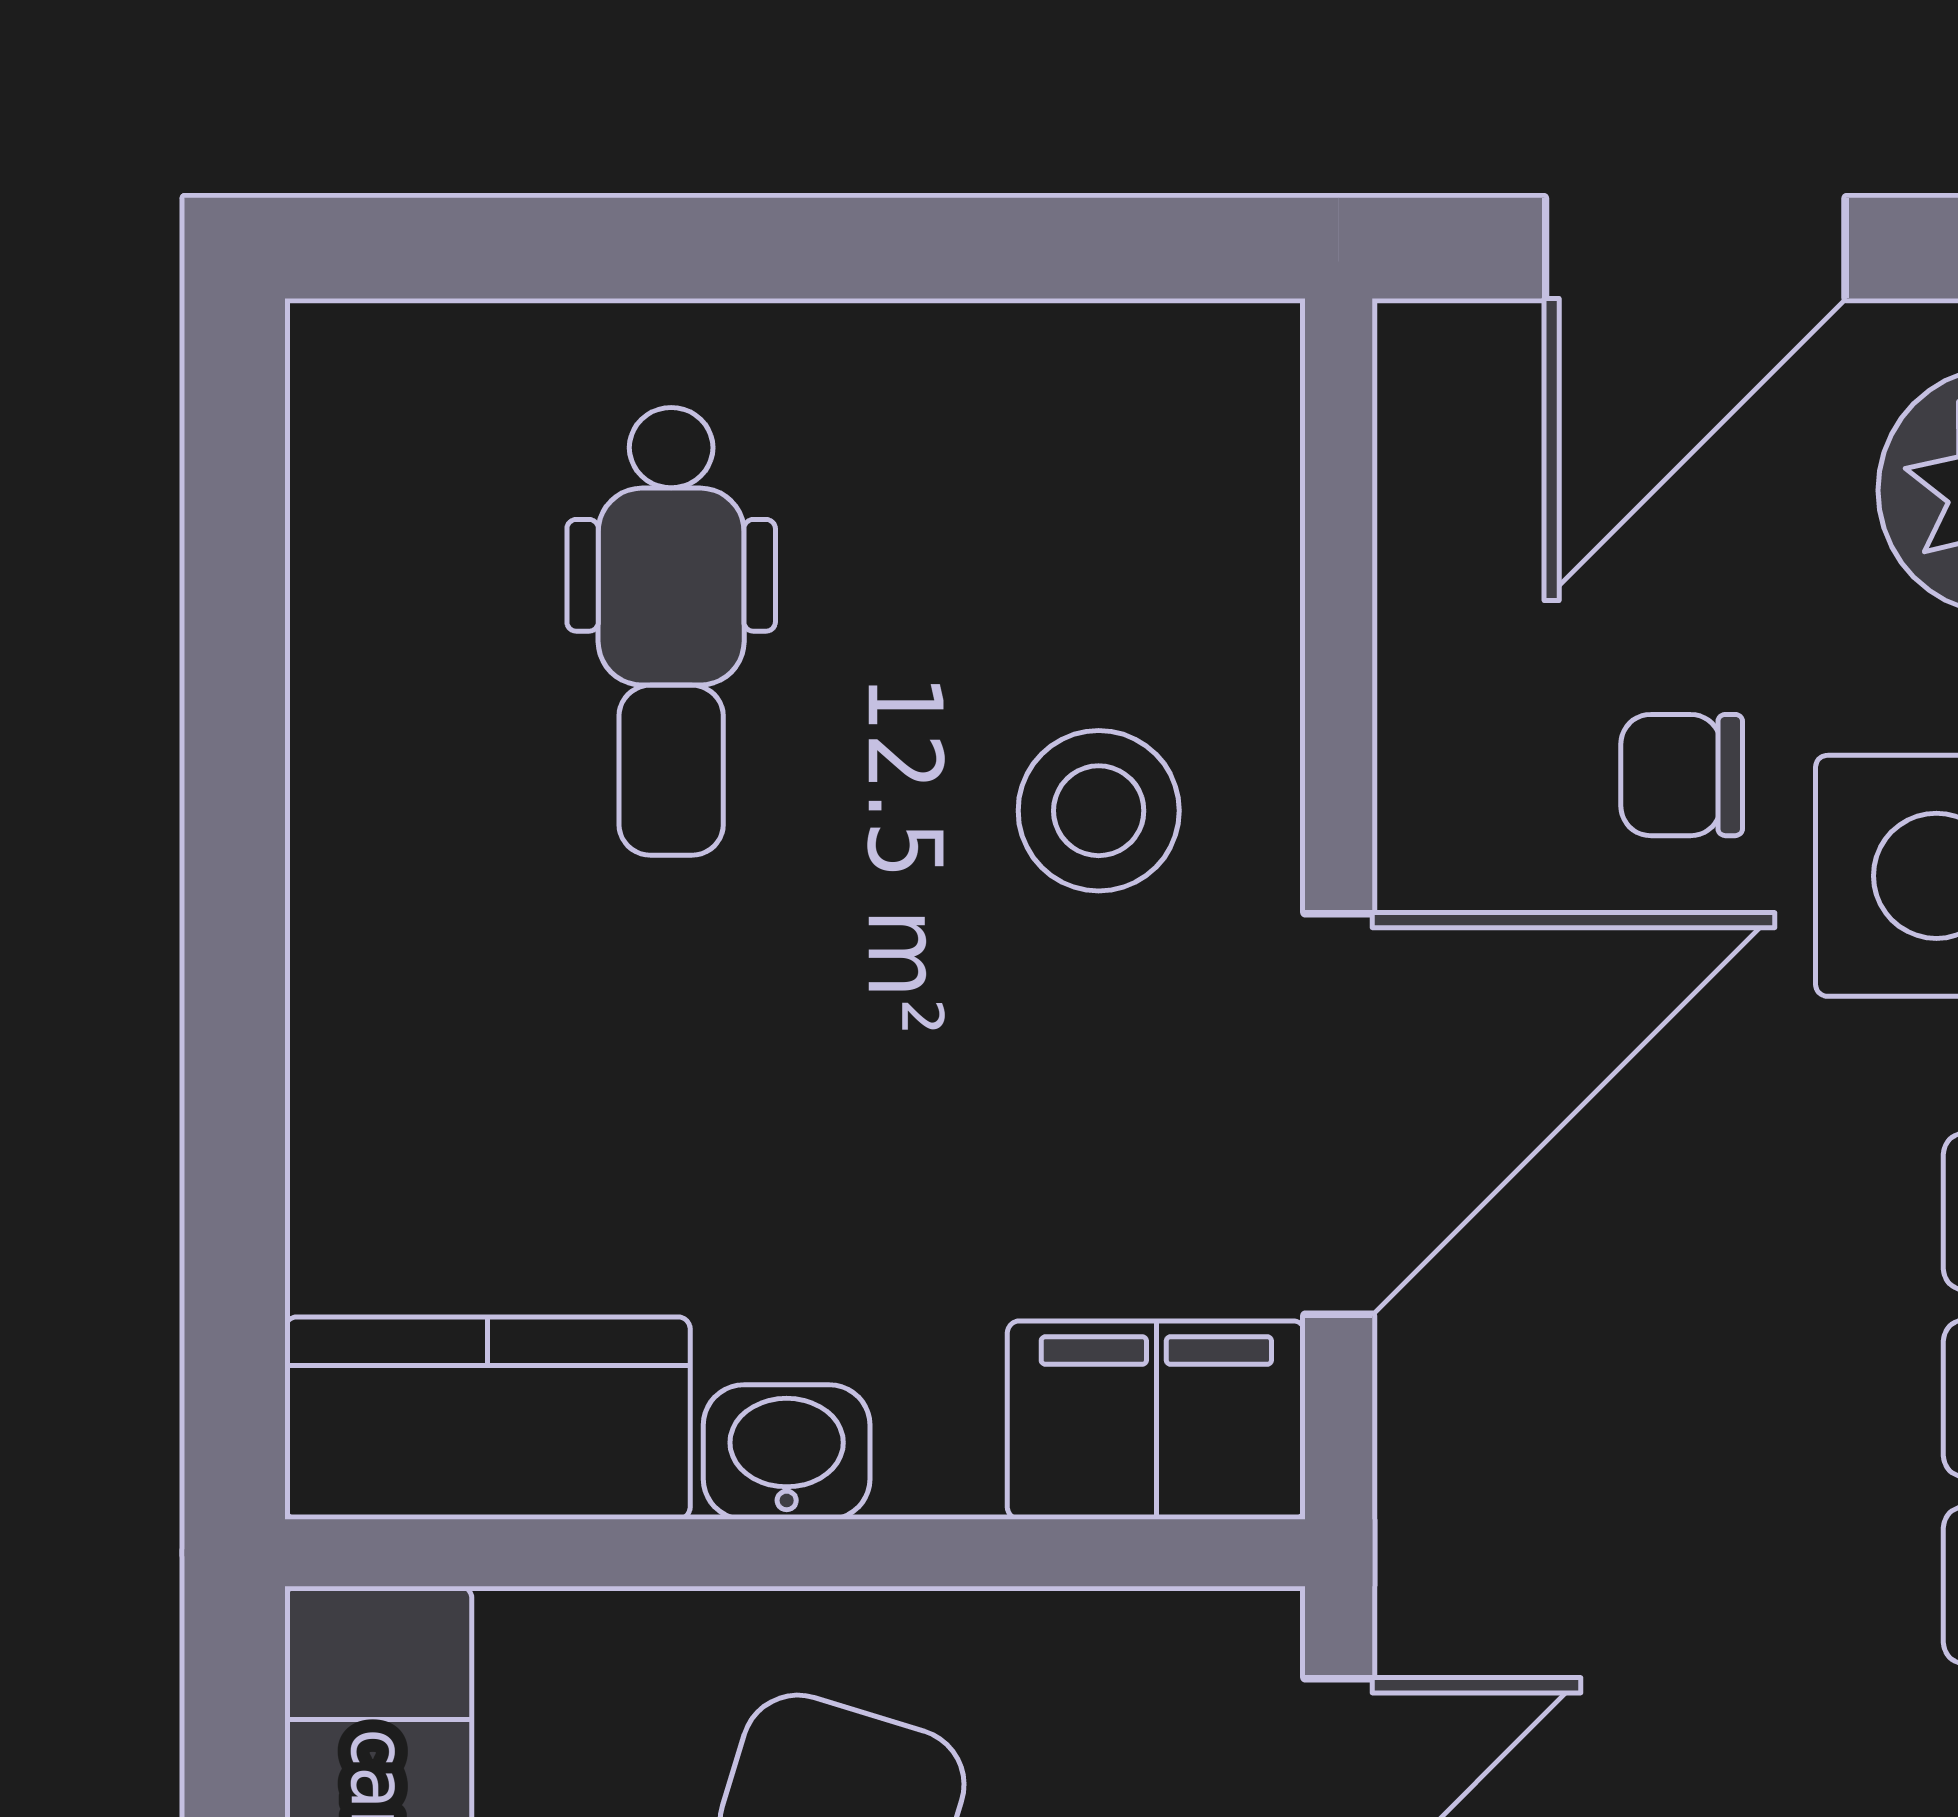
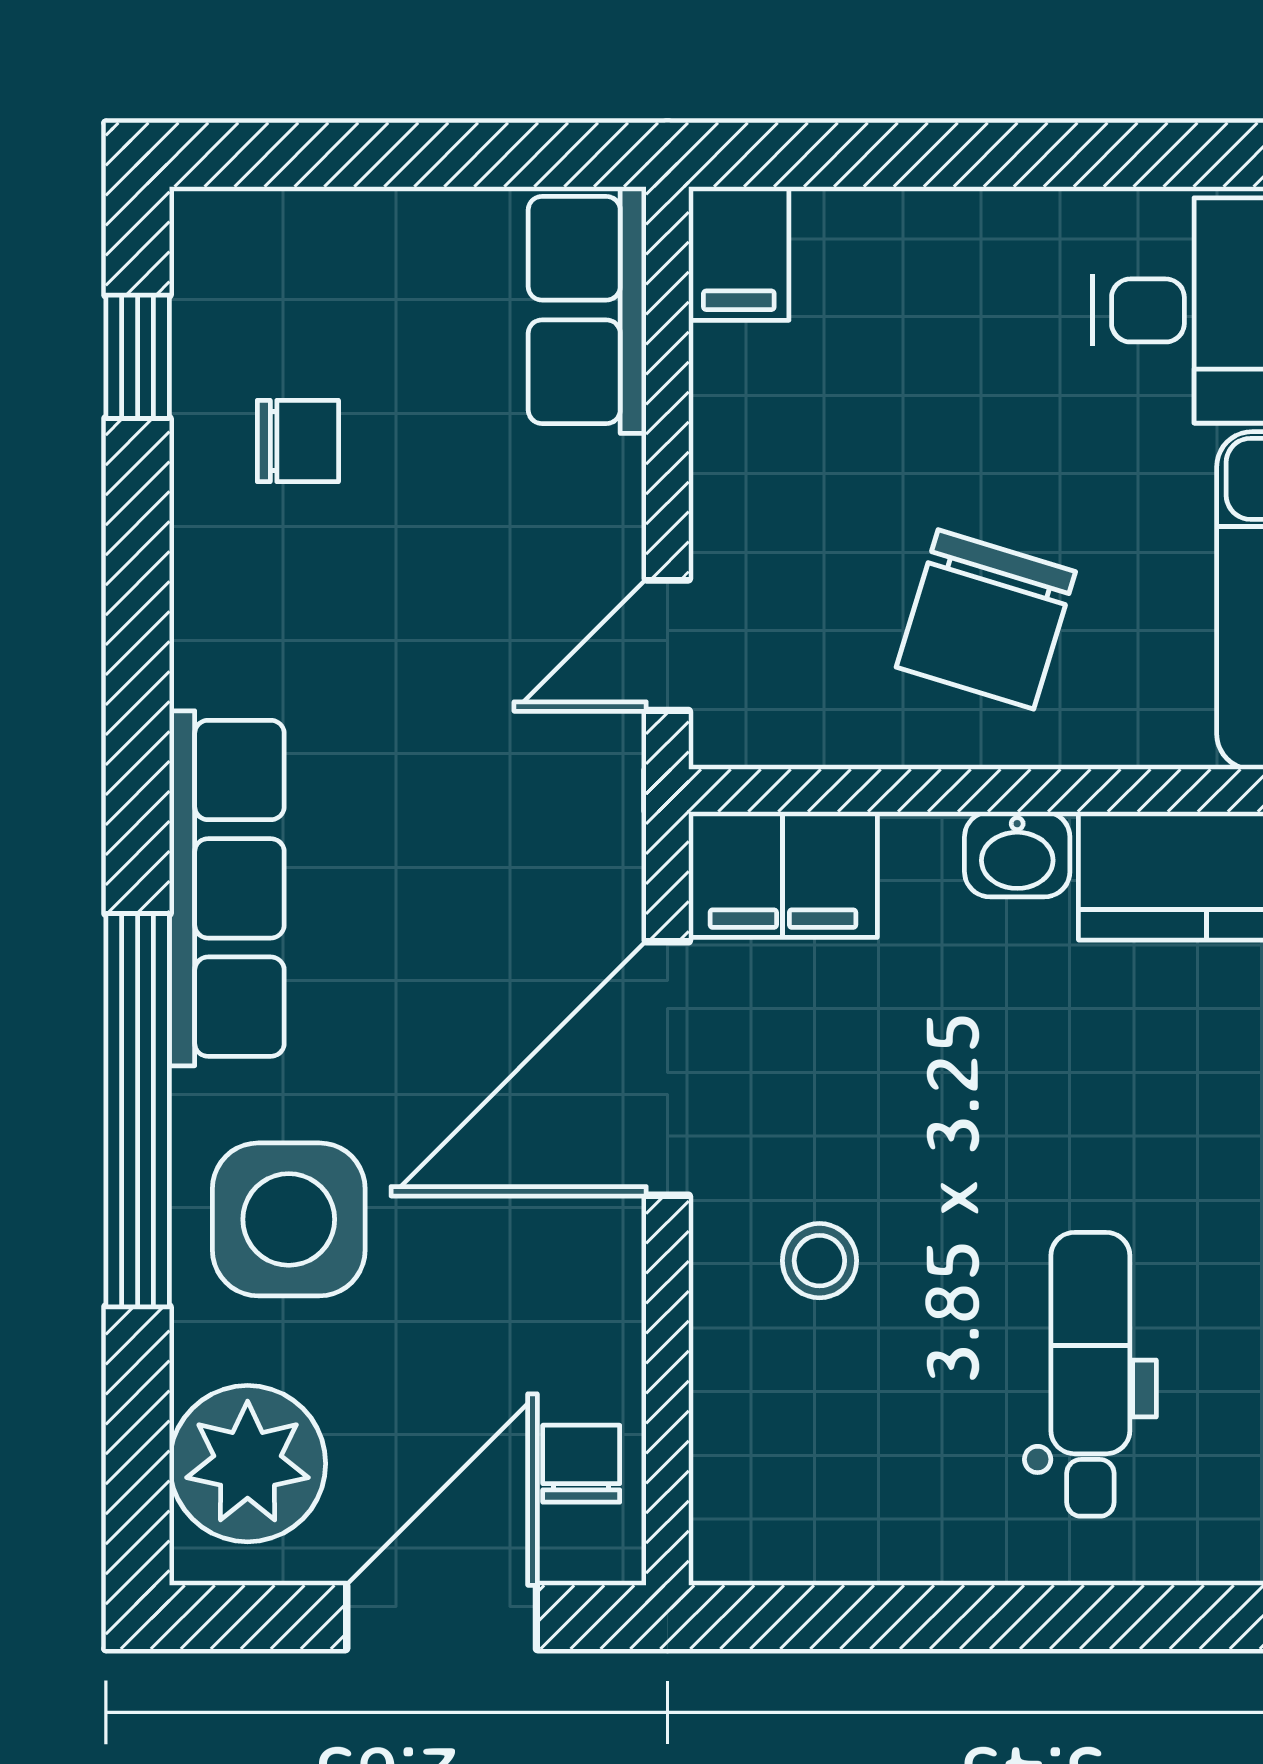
chair: (1682, 775) -> (581, 1464), moved, turned -90
stool: (1099, 811) -> (819, 1261), width x0.73, depth x0.73

